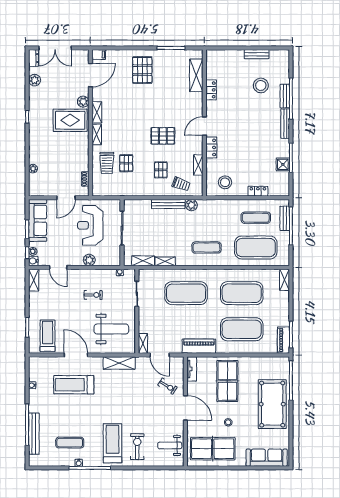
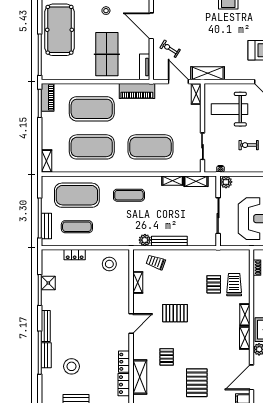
locker: (211, 147) -> (124, 385), moved
pallet: (161, 170) -> (167, 357), moved
plant: (89, 260) -> (226, 182), moved
shelving: (119, 363) -> (208, 73), moved

